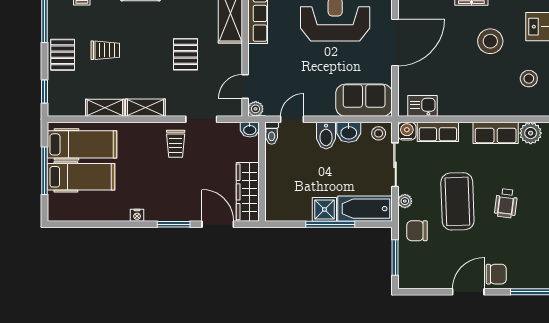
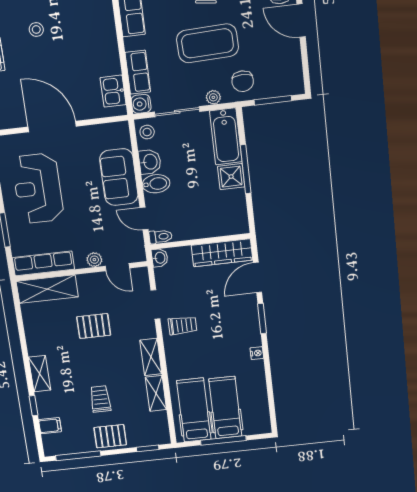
stool: (490, 41) -> (36, 29), width x0.53, depth x0.53
sofa: (364, 100) -> (119, 177), moved
plant: (256, 109) -> (94, 260), moved

